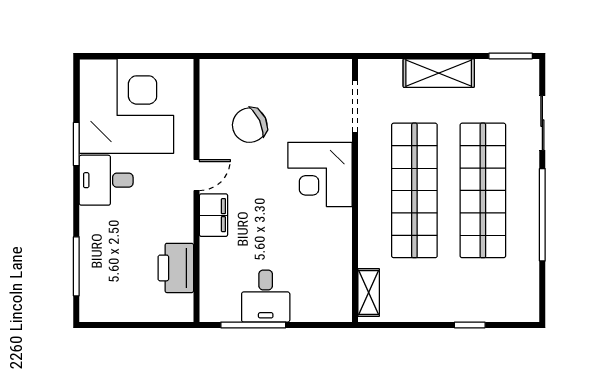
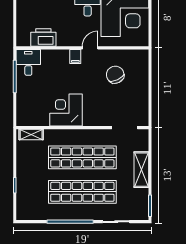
corner desk: (320, 174) -> (66, 110), moved
door: (196, 175) -> (90, 48), swing flipped
filing cabinet: (214, 215) -> (75, 56), width x0.50
desk: (266, 296) -> (28, 62), moved, turned 90

